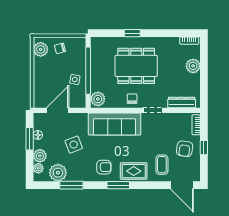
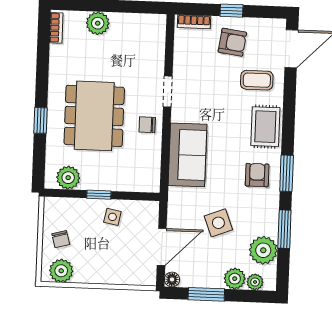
window: (88, 71) -> (99, 195), width x0.32
plant: (98, 99) -> (68, 178), moved
dresser: (182, 102) -> (157, 44), removed
door: (58, 110) -> (162, 247), swing flipped
sofa: (115, 124) -> (188, 155), width x0.73
floor lamp: (38, 135) -> (172, 279), moved
window: (118, 185) -> (287, 173), moved

